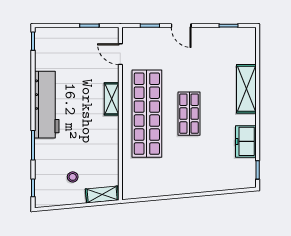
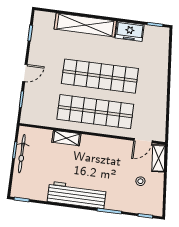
bicycle: (87, 34) -> (22, 154), added
door: (120, 54) -> (143, 141), moved
shelving: (246, 89) -> (85, 25), width x1.47
shelving: (112, 99) -> (66, 138), moved
shop shelf: (189, 114) -> (100, 76), width x2.00, depth x1.36

